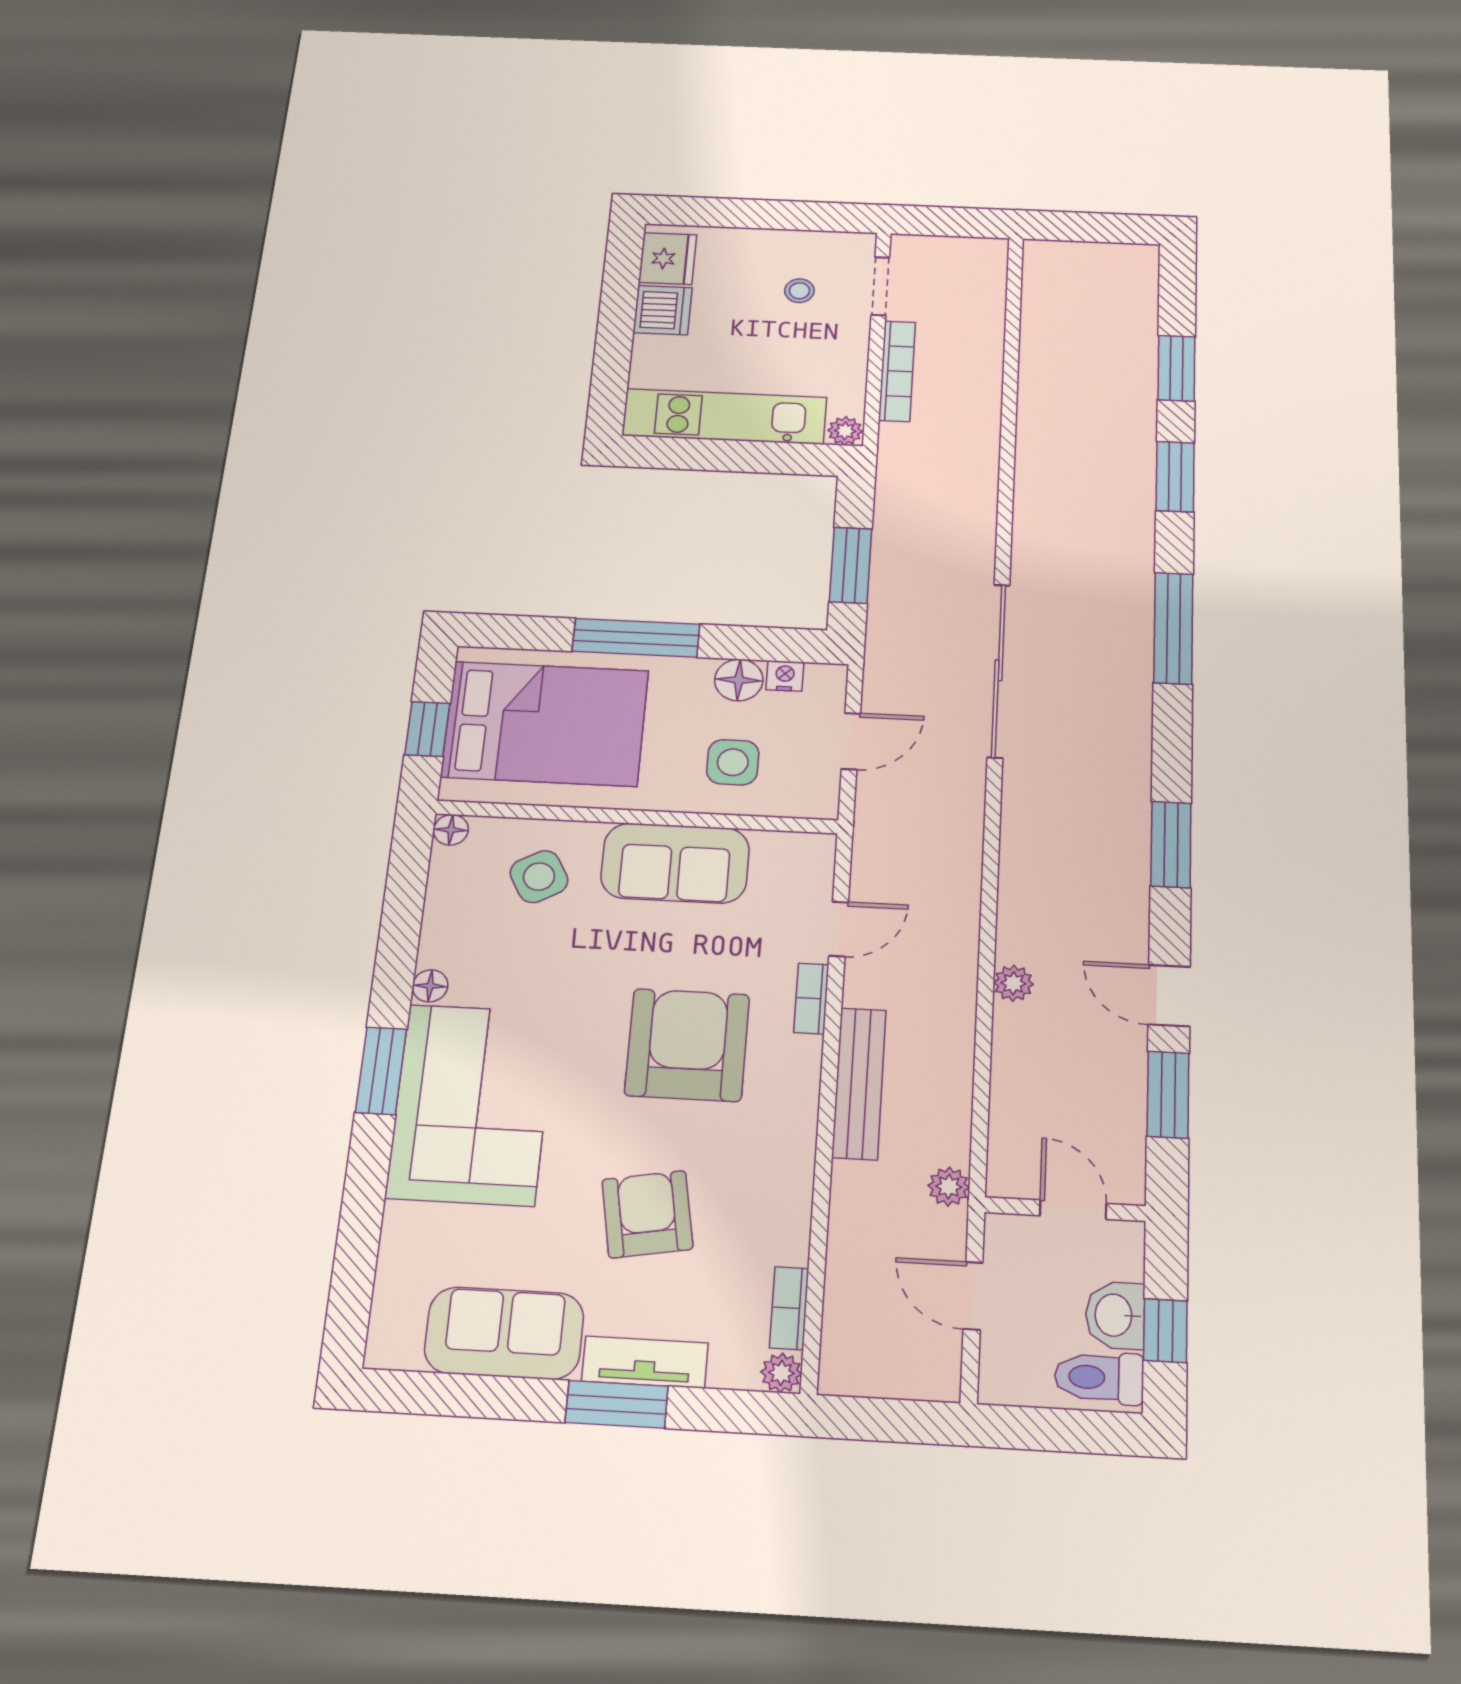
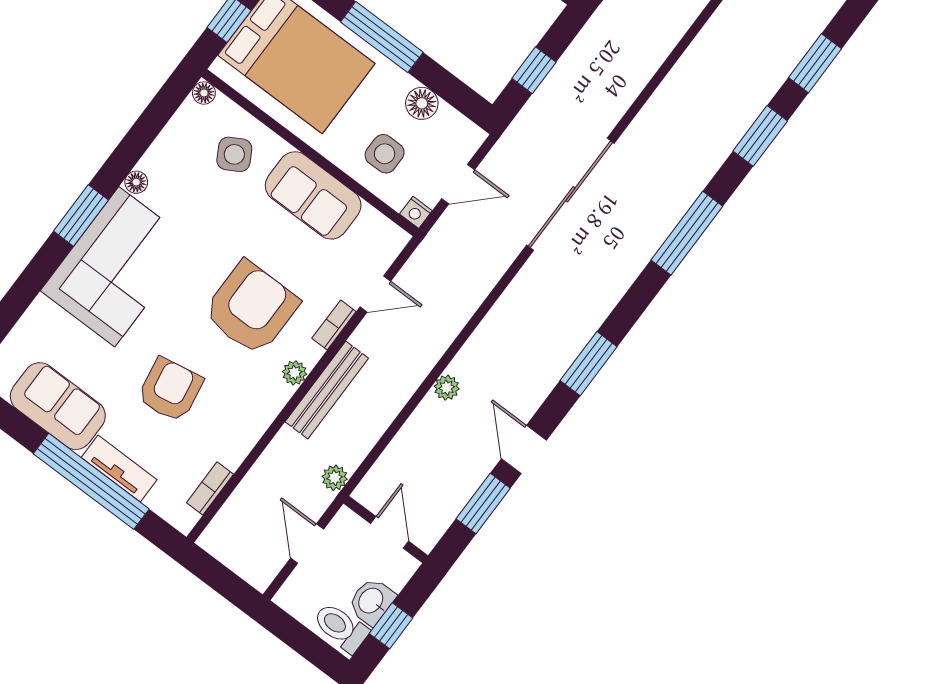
window: (851, 565) -> (534, 70), width x0.67
nightstand: (785, 676) -> (416, 212), moved, turned 180
plant: (781, 1373) -> (295, 373), moved
window: (617, 1404) -> (91, 481), width x2.11

